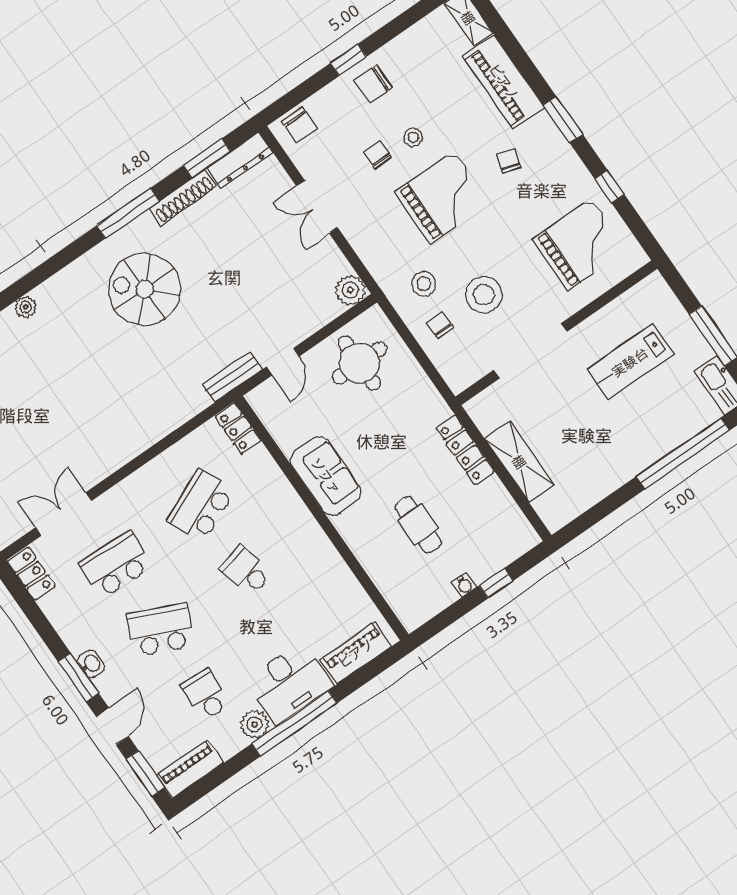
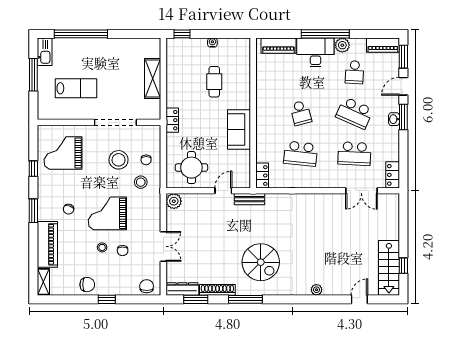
chair: (373, 84) -> (87, 285), moved
locker: (465, 450) -> (172, 120), moved, width x0.66
school desk: (201, 506) -> (301, 154), turned 30
window: (496, 583) -> (182, 34), moved

